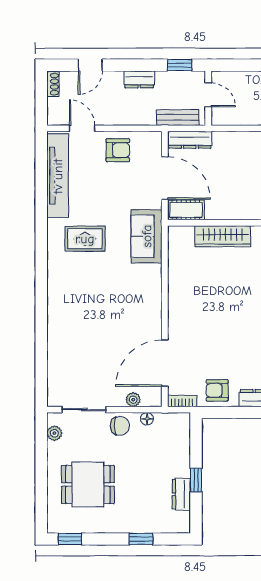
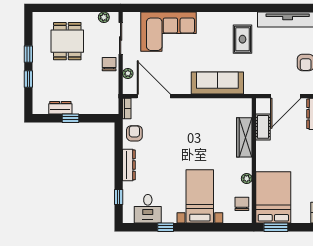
cot: (186, 210) -> (263, 127), moved
sofa: (147, 236) -> (217, 83), moved, width x1.36
corner sofa: (74, 342) -> (169, 32), added
floor lamp: (147, 419) -> (114, 83), removed
chair: (120, 426) -> (109, 64), turned 180
window: (70, 539) -> (28, 54), moved

